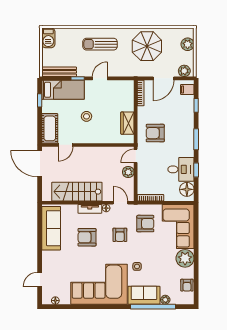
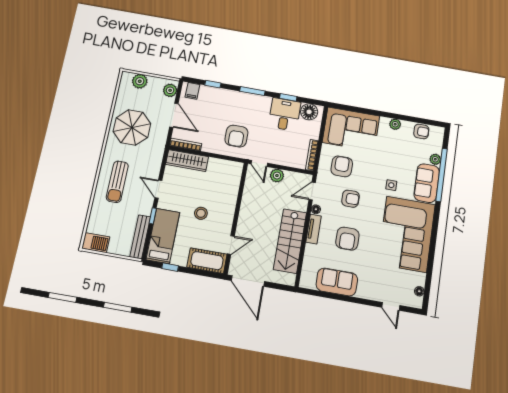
wardrobe: (127, 123) -> (187, 161), moved, width x1.50
door: (65, 145) -> (231, 245), hinge flipped
door: (40, 164) -> (248, 281), hinge flipped
sofa: (51, 228) -> (337, 282), width x0.73
plant: (185, 258) -> (395, 124), width x0.53, depth x0.53

